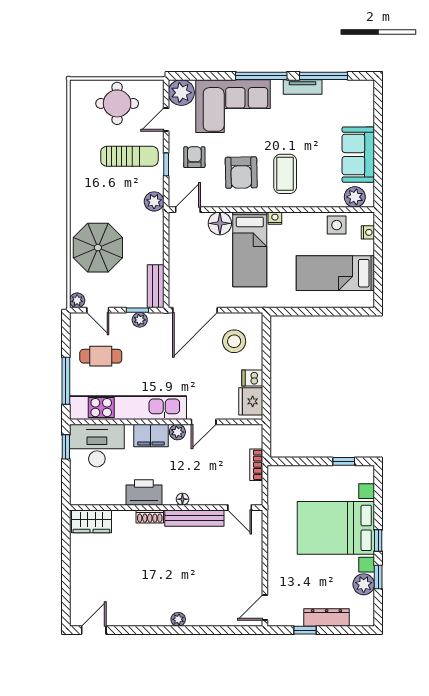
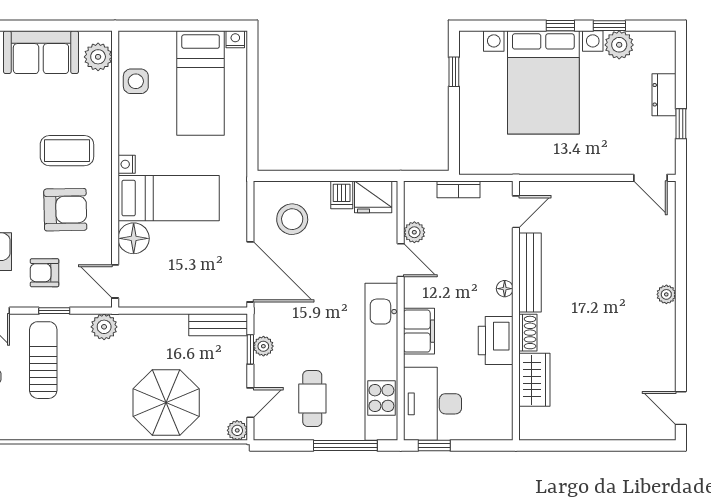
nightstand: (368, 232) -> (235, 39), moved
plant: (177, 432) -> (414, 232), moved
wardrobe: (91, 521) -> (534, 380), moved
dresser: (327, 618) -> (664, 95), width x0.70

